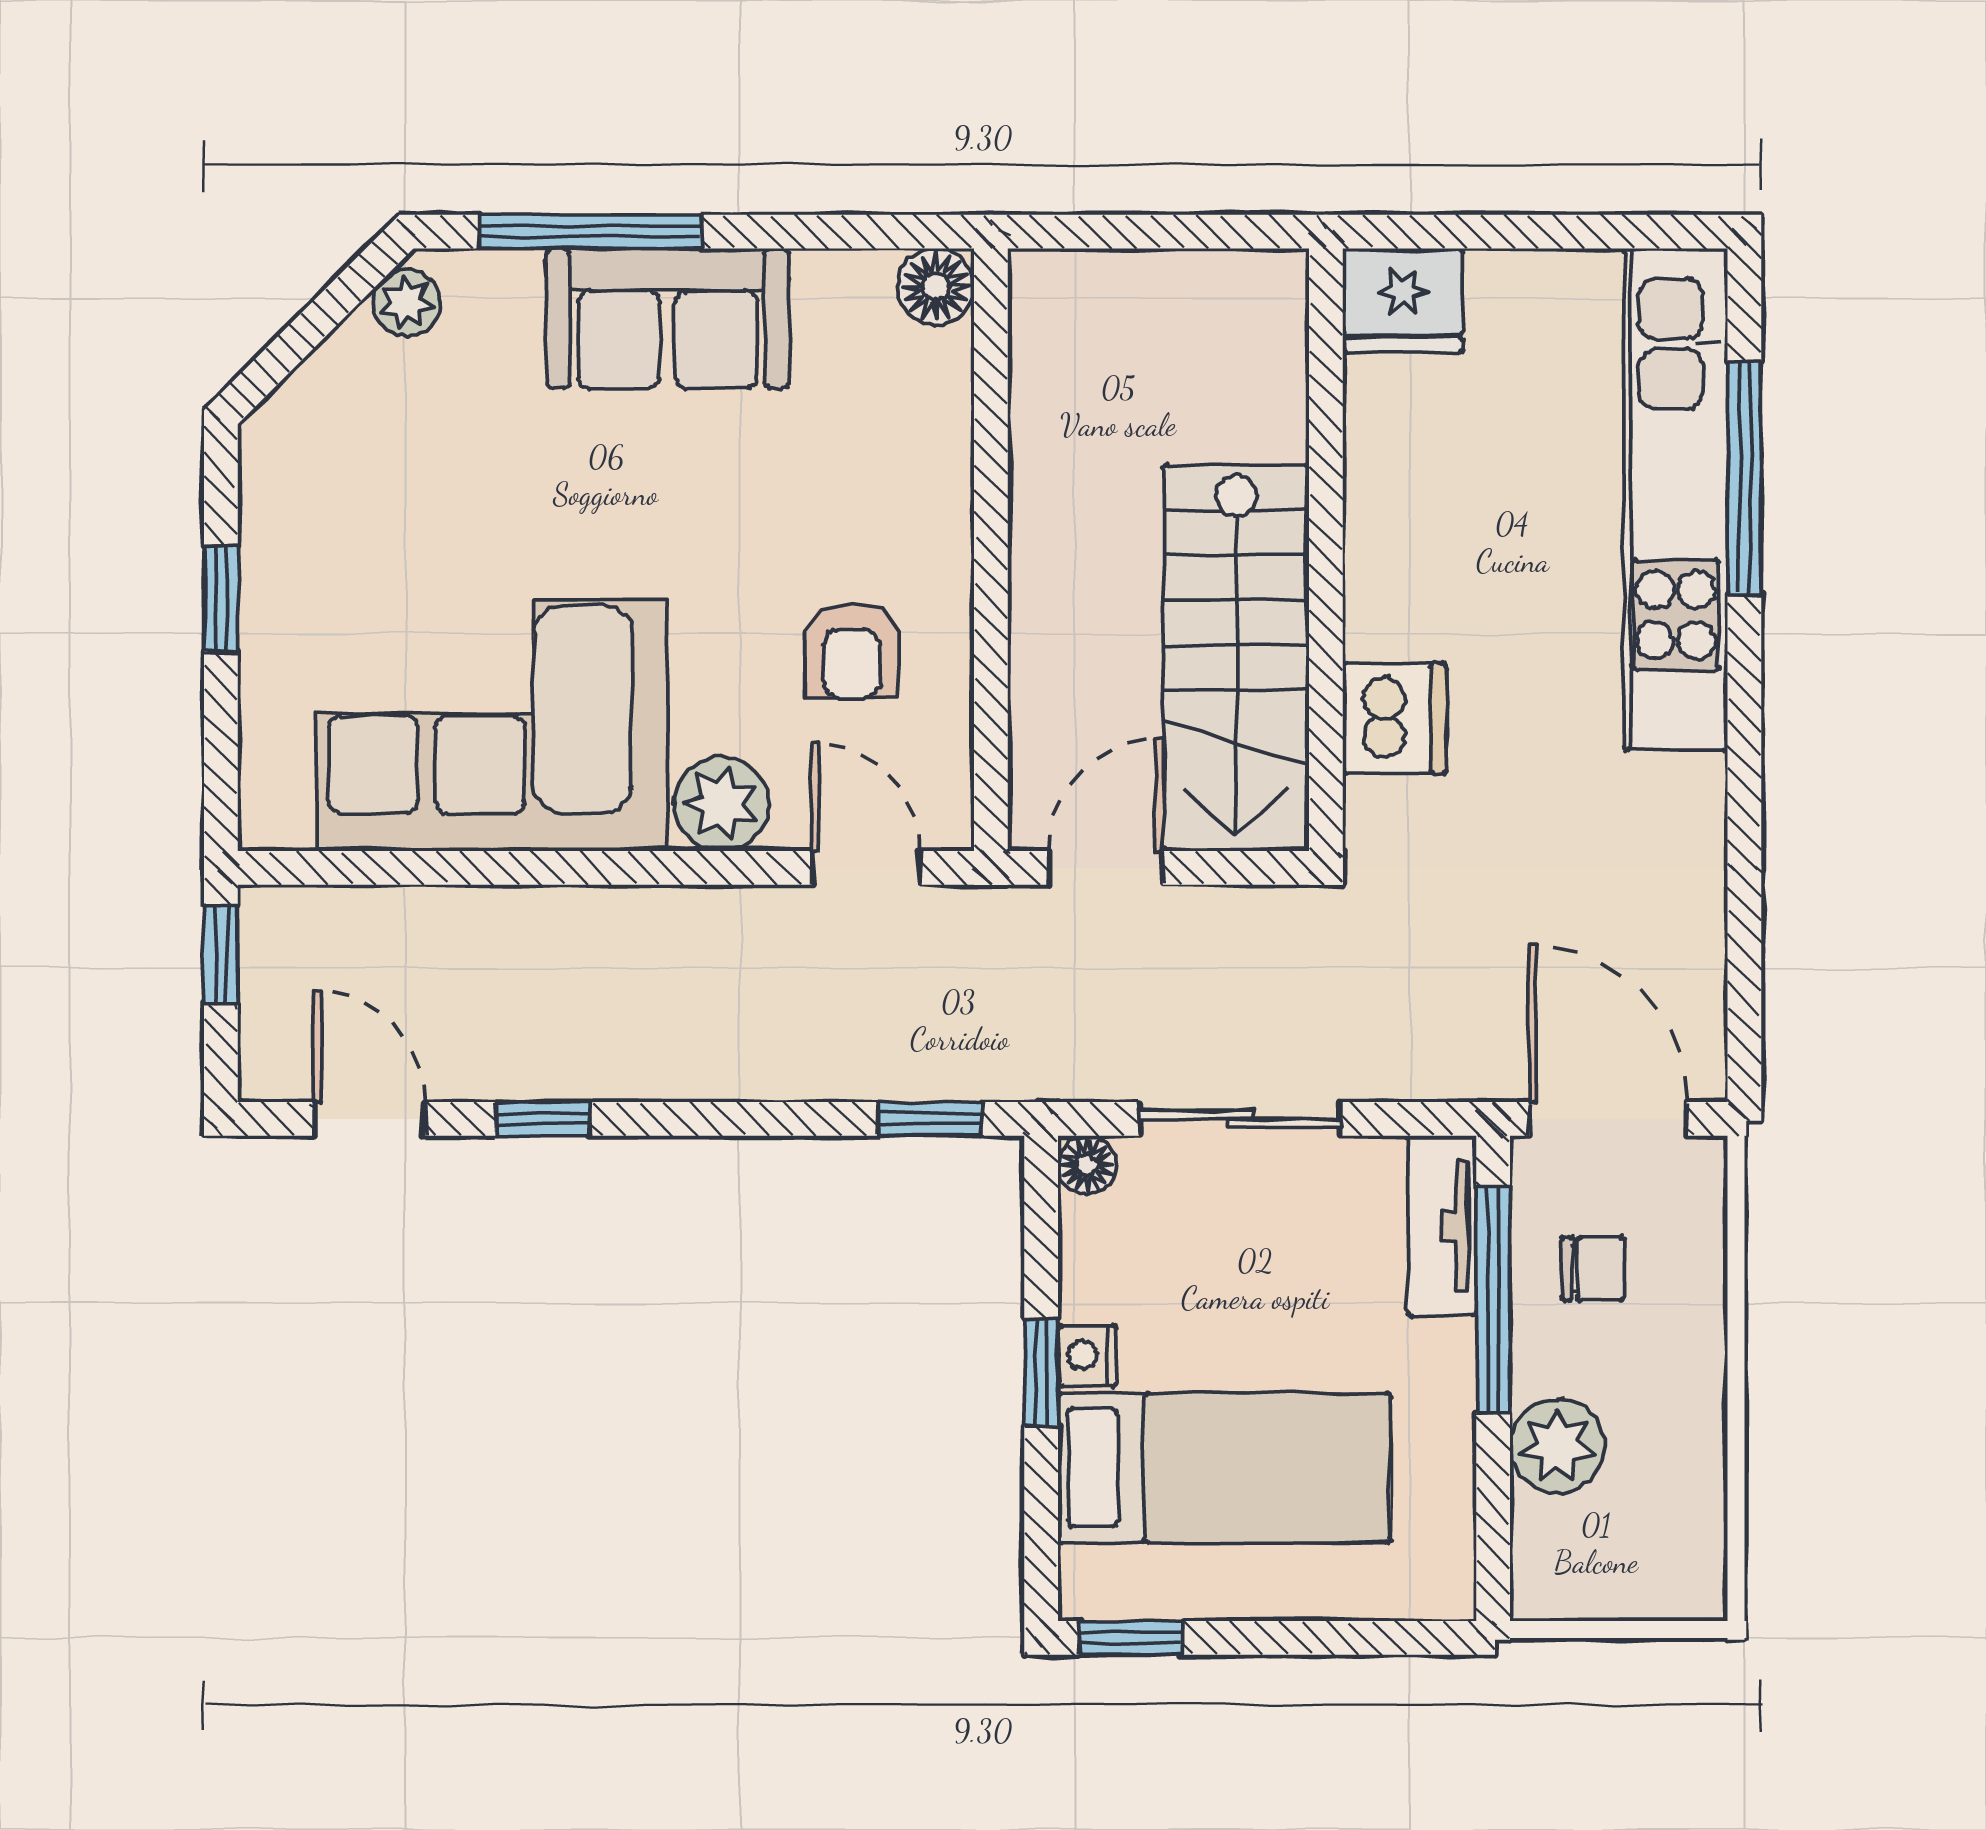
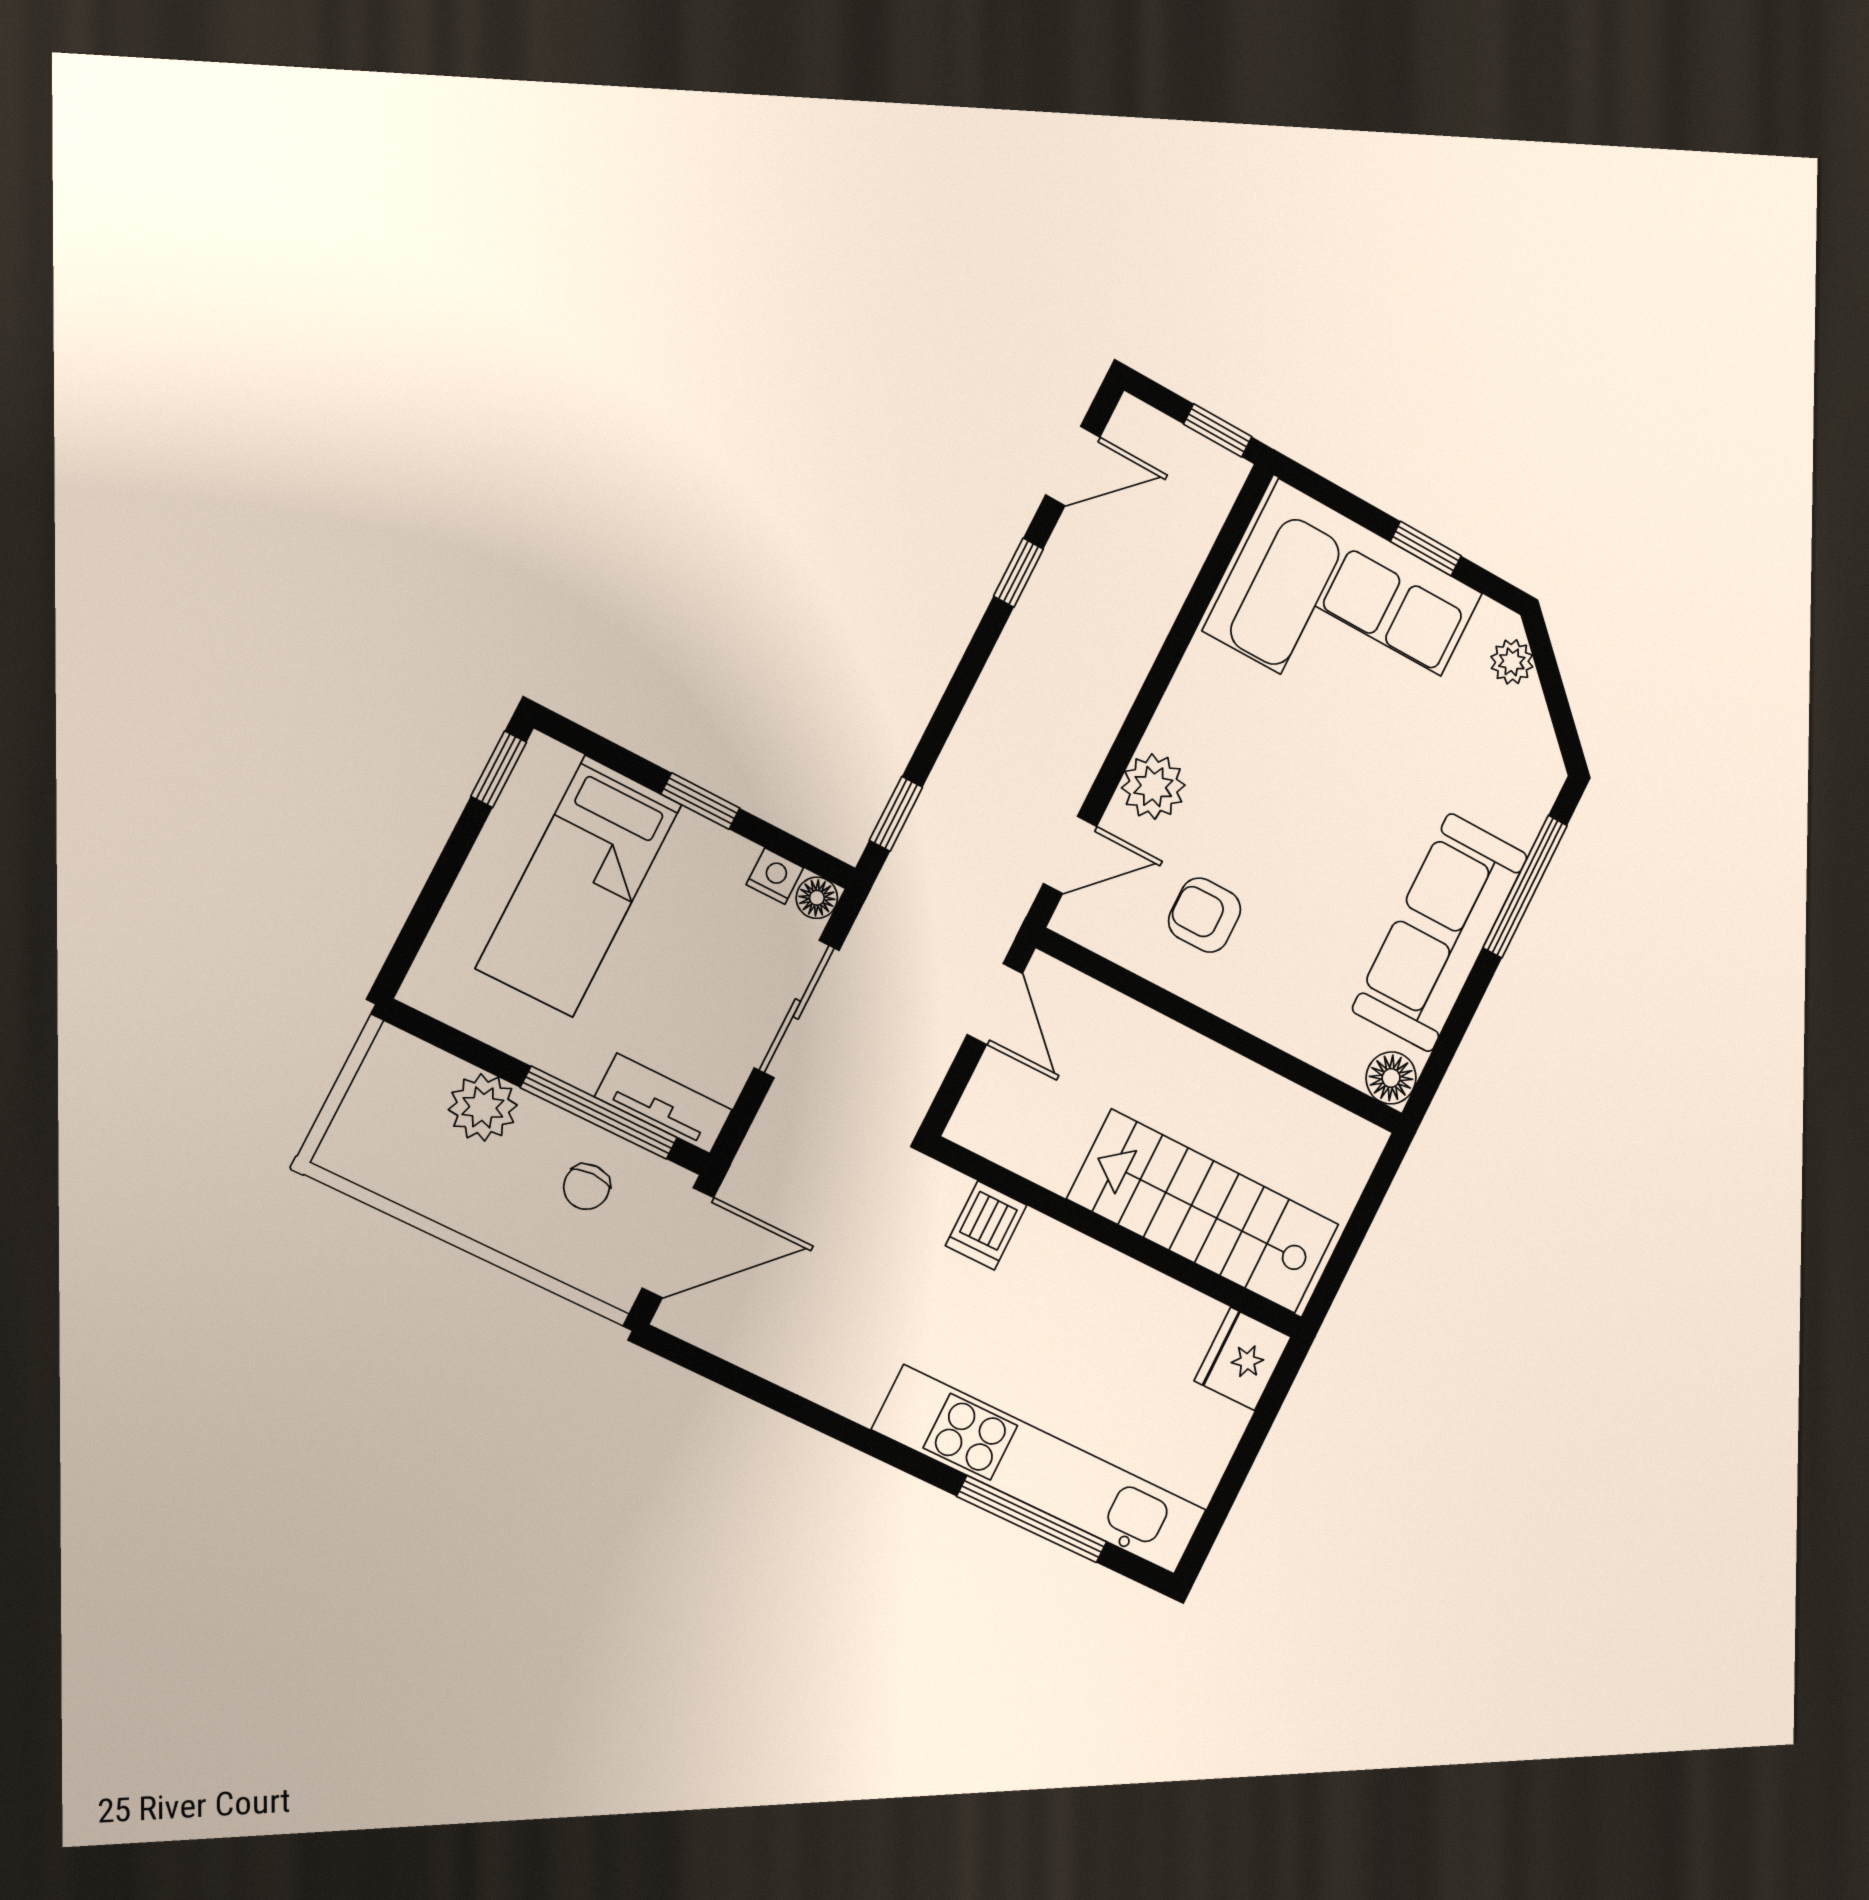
plant: (407, 303) -> (1512, 662), moved
sofa: (668, 318) -> (1440, 933), width x1.36
stairs: (1236, 658) -> (1204, 1212), moved
dishwasher: (1394, 718) -> (986, 1225), width x0.73
corner sofa: (492, 726) -> (1343, 612), moved, turned 90
nightstand: (1087, 1355) -> (775, 876), moved

